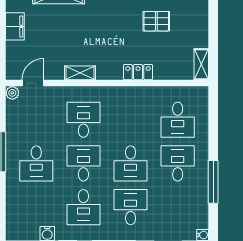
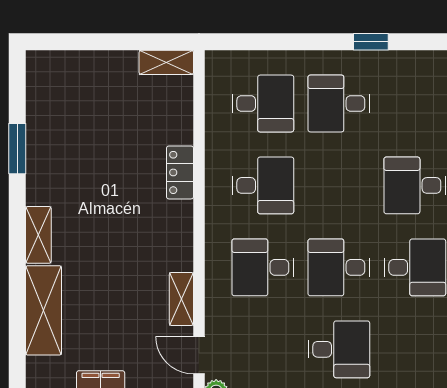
pallet: (156, 21) -> (91, 141), removed
shelving: (80, 73) -> (181, 299), moved
desk: (131, 163) -> (263, 185), moved
window: (213, 182) -> (371, 42), width x0.46

